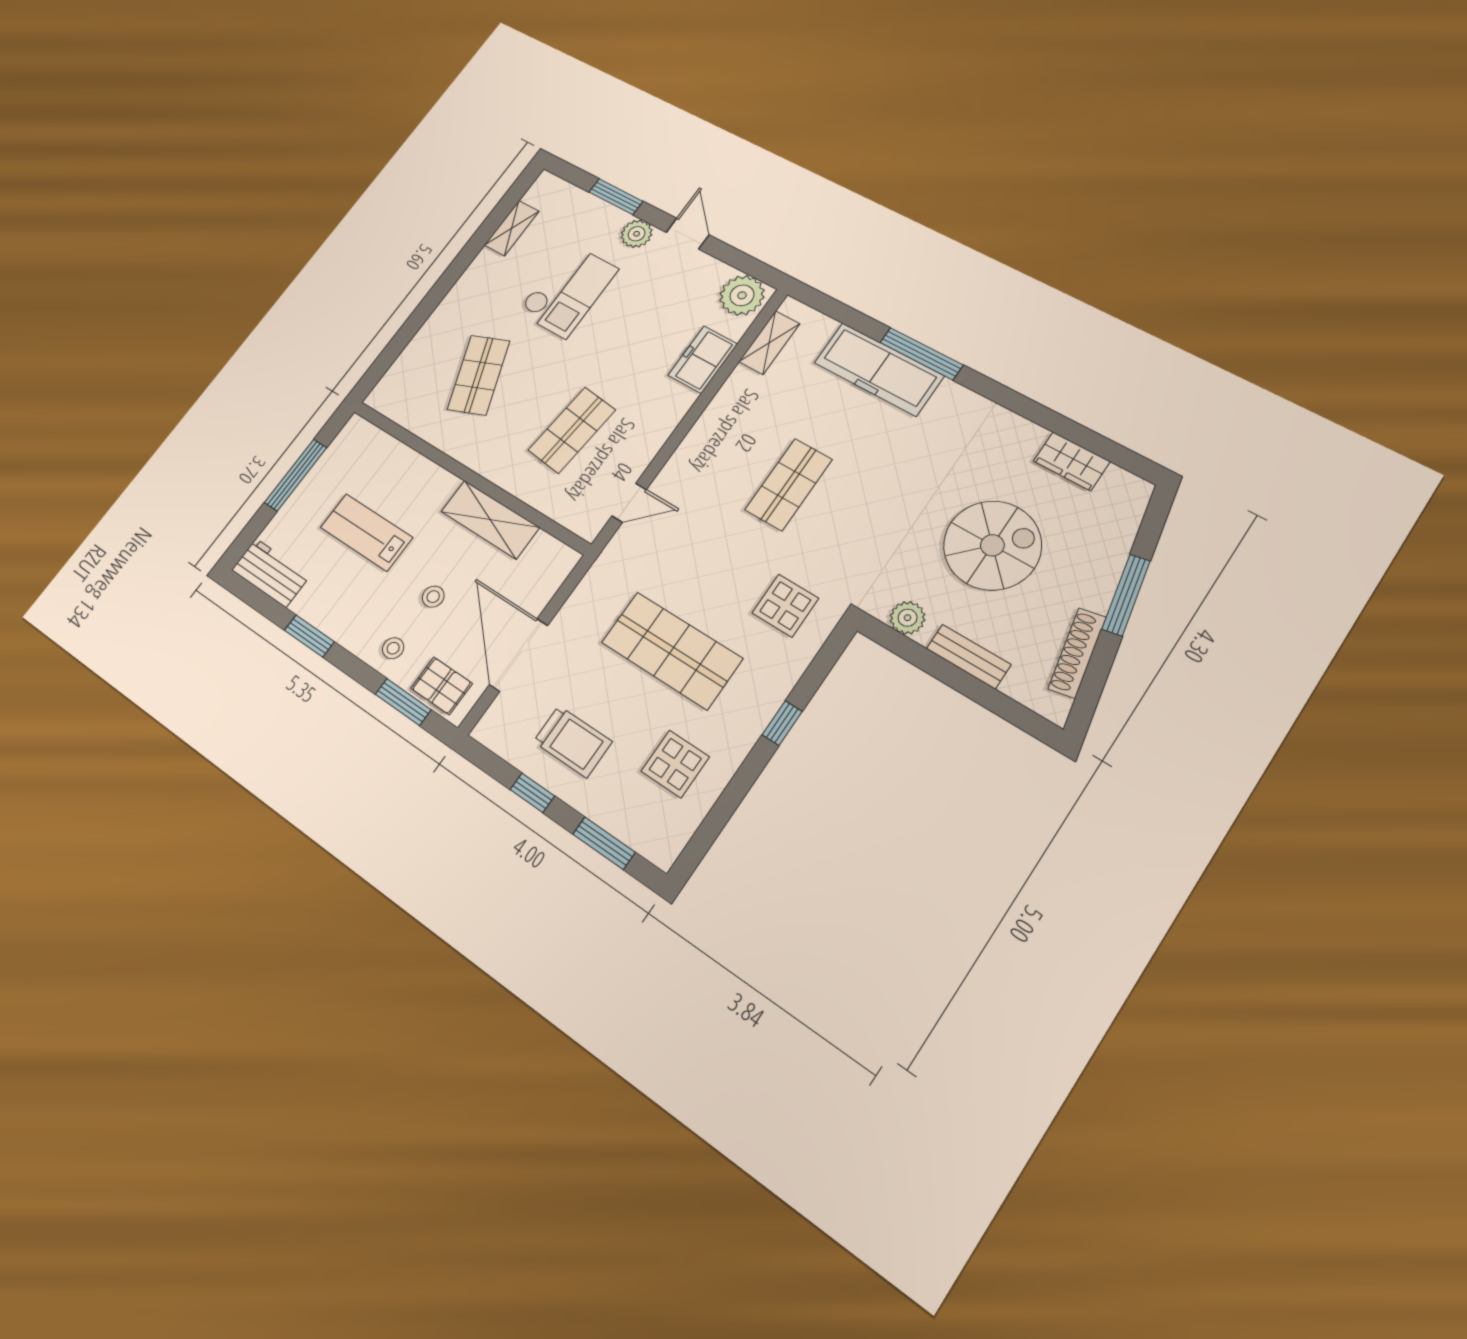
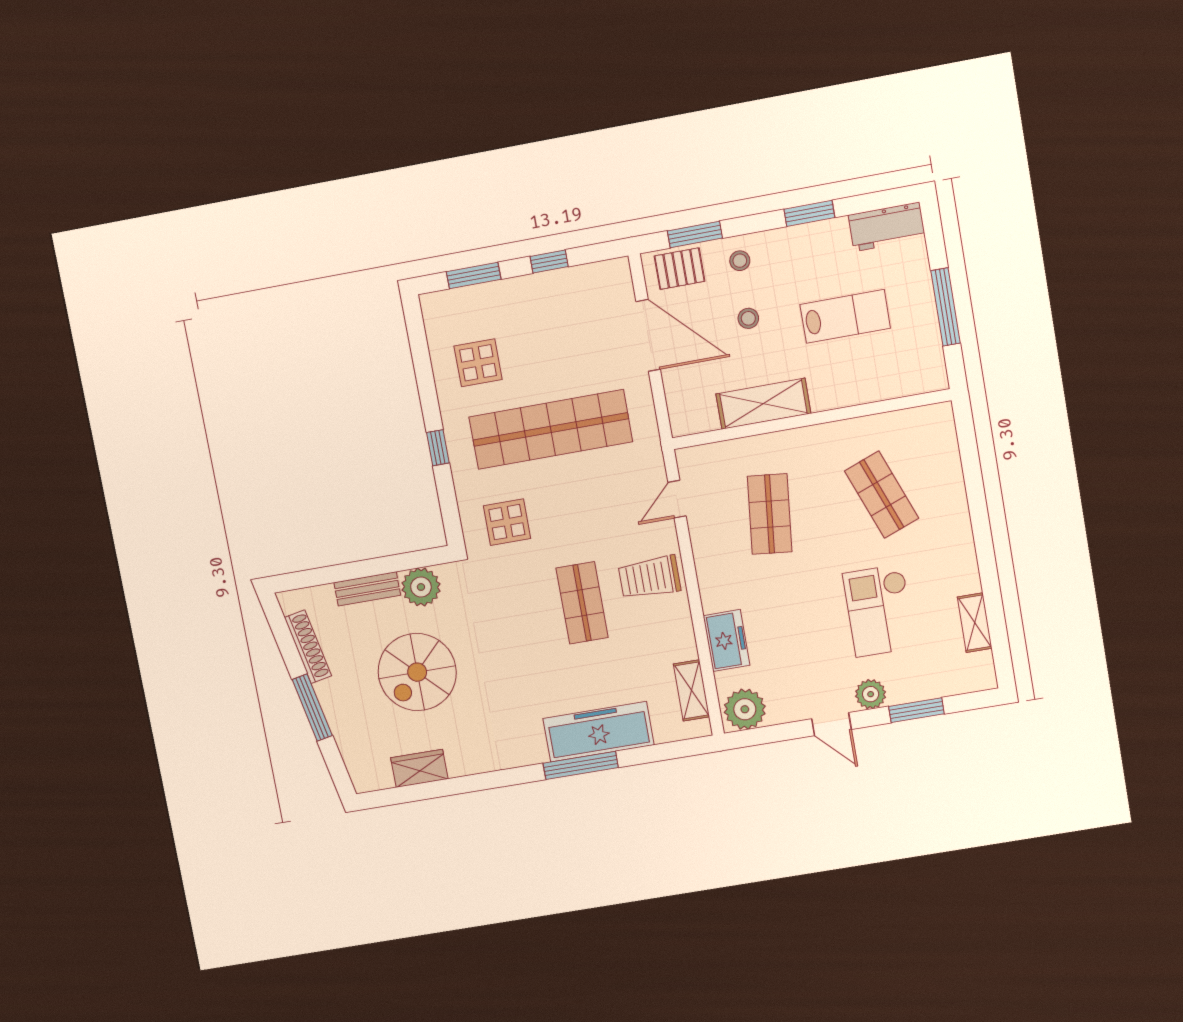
plant: (908, 618) -> (421, 587), width x1.36, depth x1.36
shop shelf: (672, 650) -> (551, 429), width x1.40
trolley: (573, 742) -> (649, 577), moved

